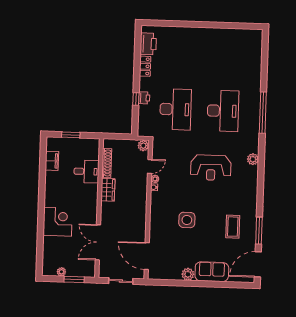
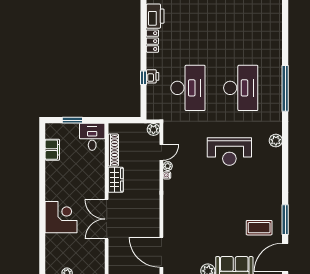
desk: (86, 171) -> (92, 137), moved, turned -90
side table: (187, 220) -> (205, 211), removed
coffee table: (233, 227) -> (259, 228), moved, turned 90
double door: (98, 242) -> (107, 219), moved

